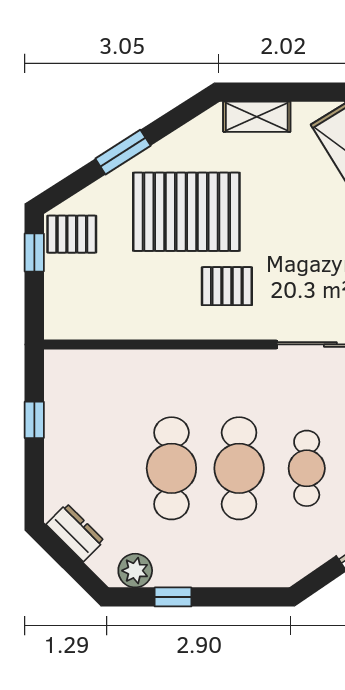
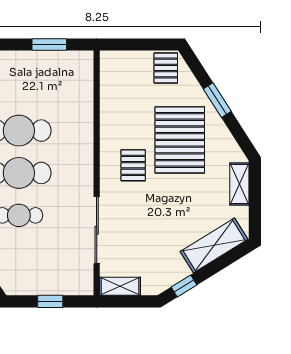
window: (34, 252) -> (154, 44), removed
window: (34, 420) -> (49, 44), width x1.50

